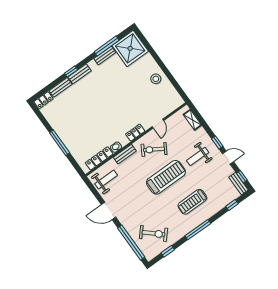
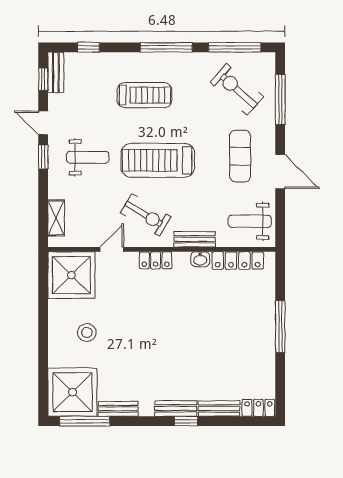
window: (107, 46) -> (85, 421), moved
stool: (156, 79) -> (87, 332), moved
shower: (168, 99) -> (71, 275), added
exercise mat: (131, 205) -> (240, 156), added
window: (131, 243) -> (280, 100), width x0.68
window: (168, 251) -> (235, 47), width x2.17

